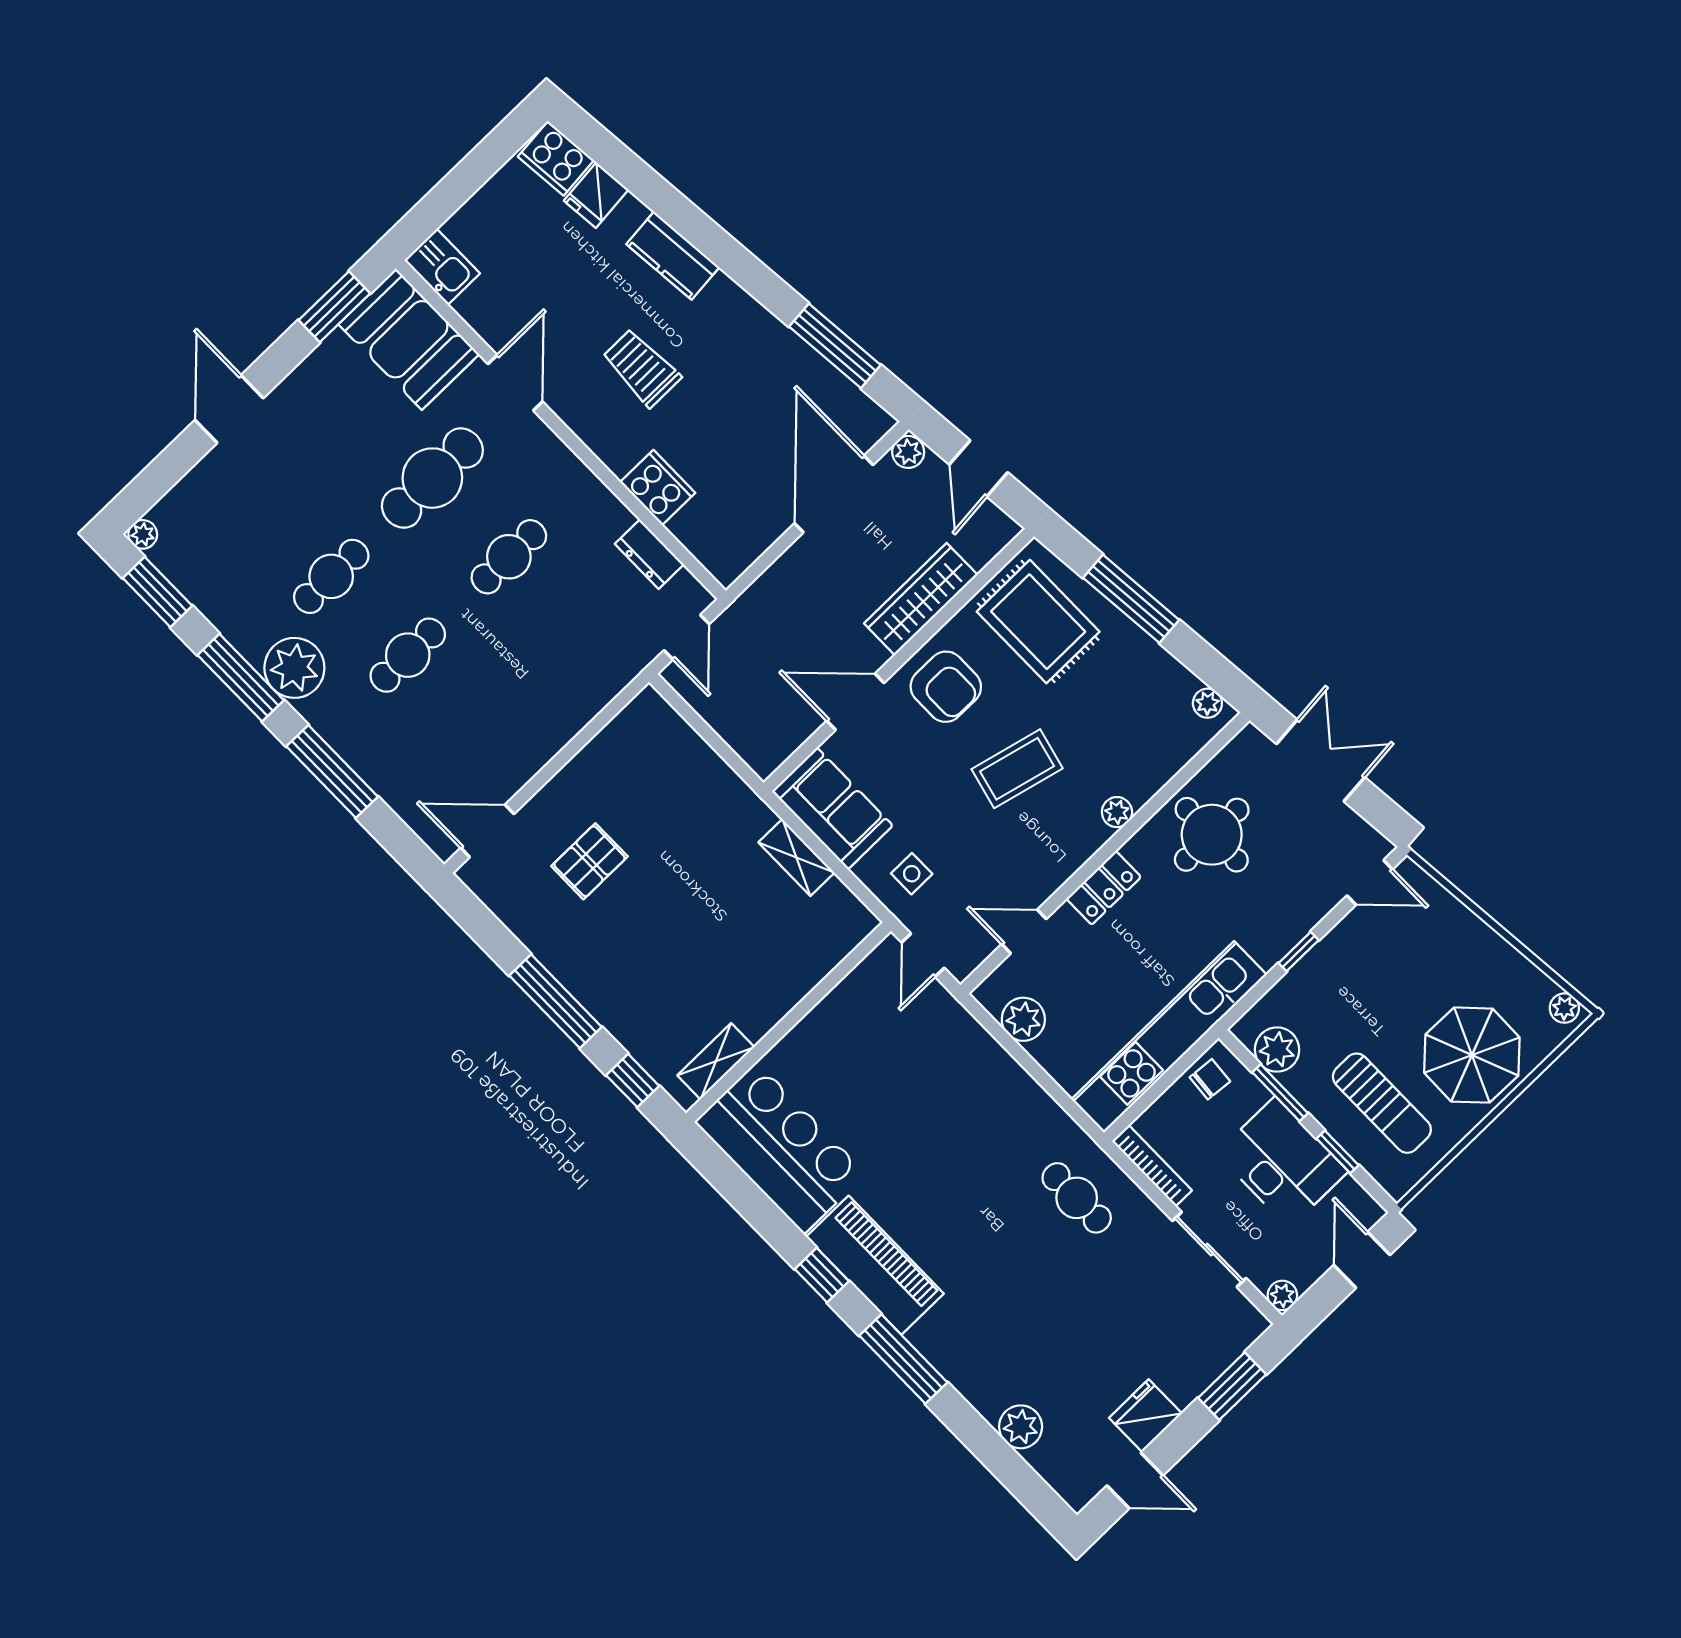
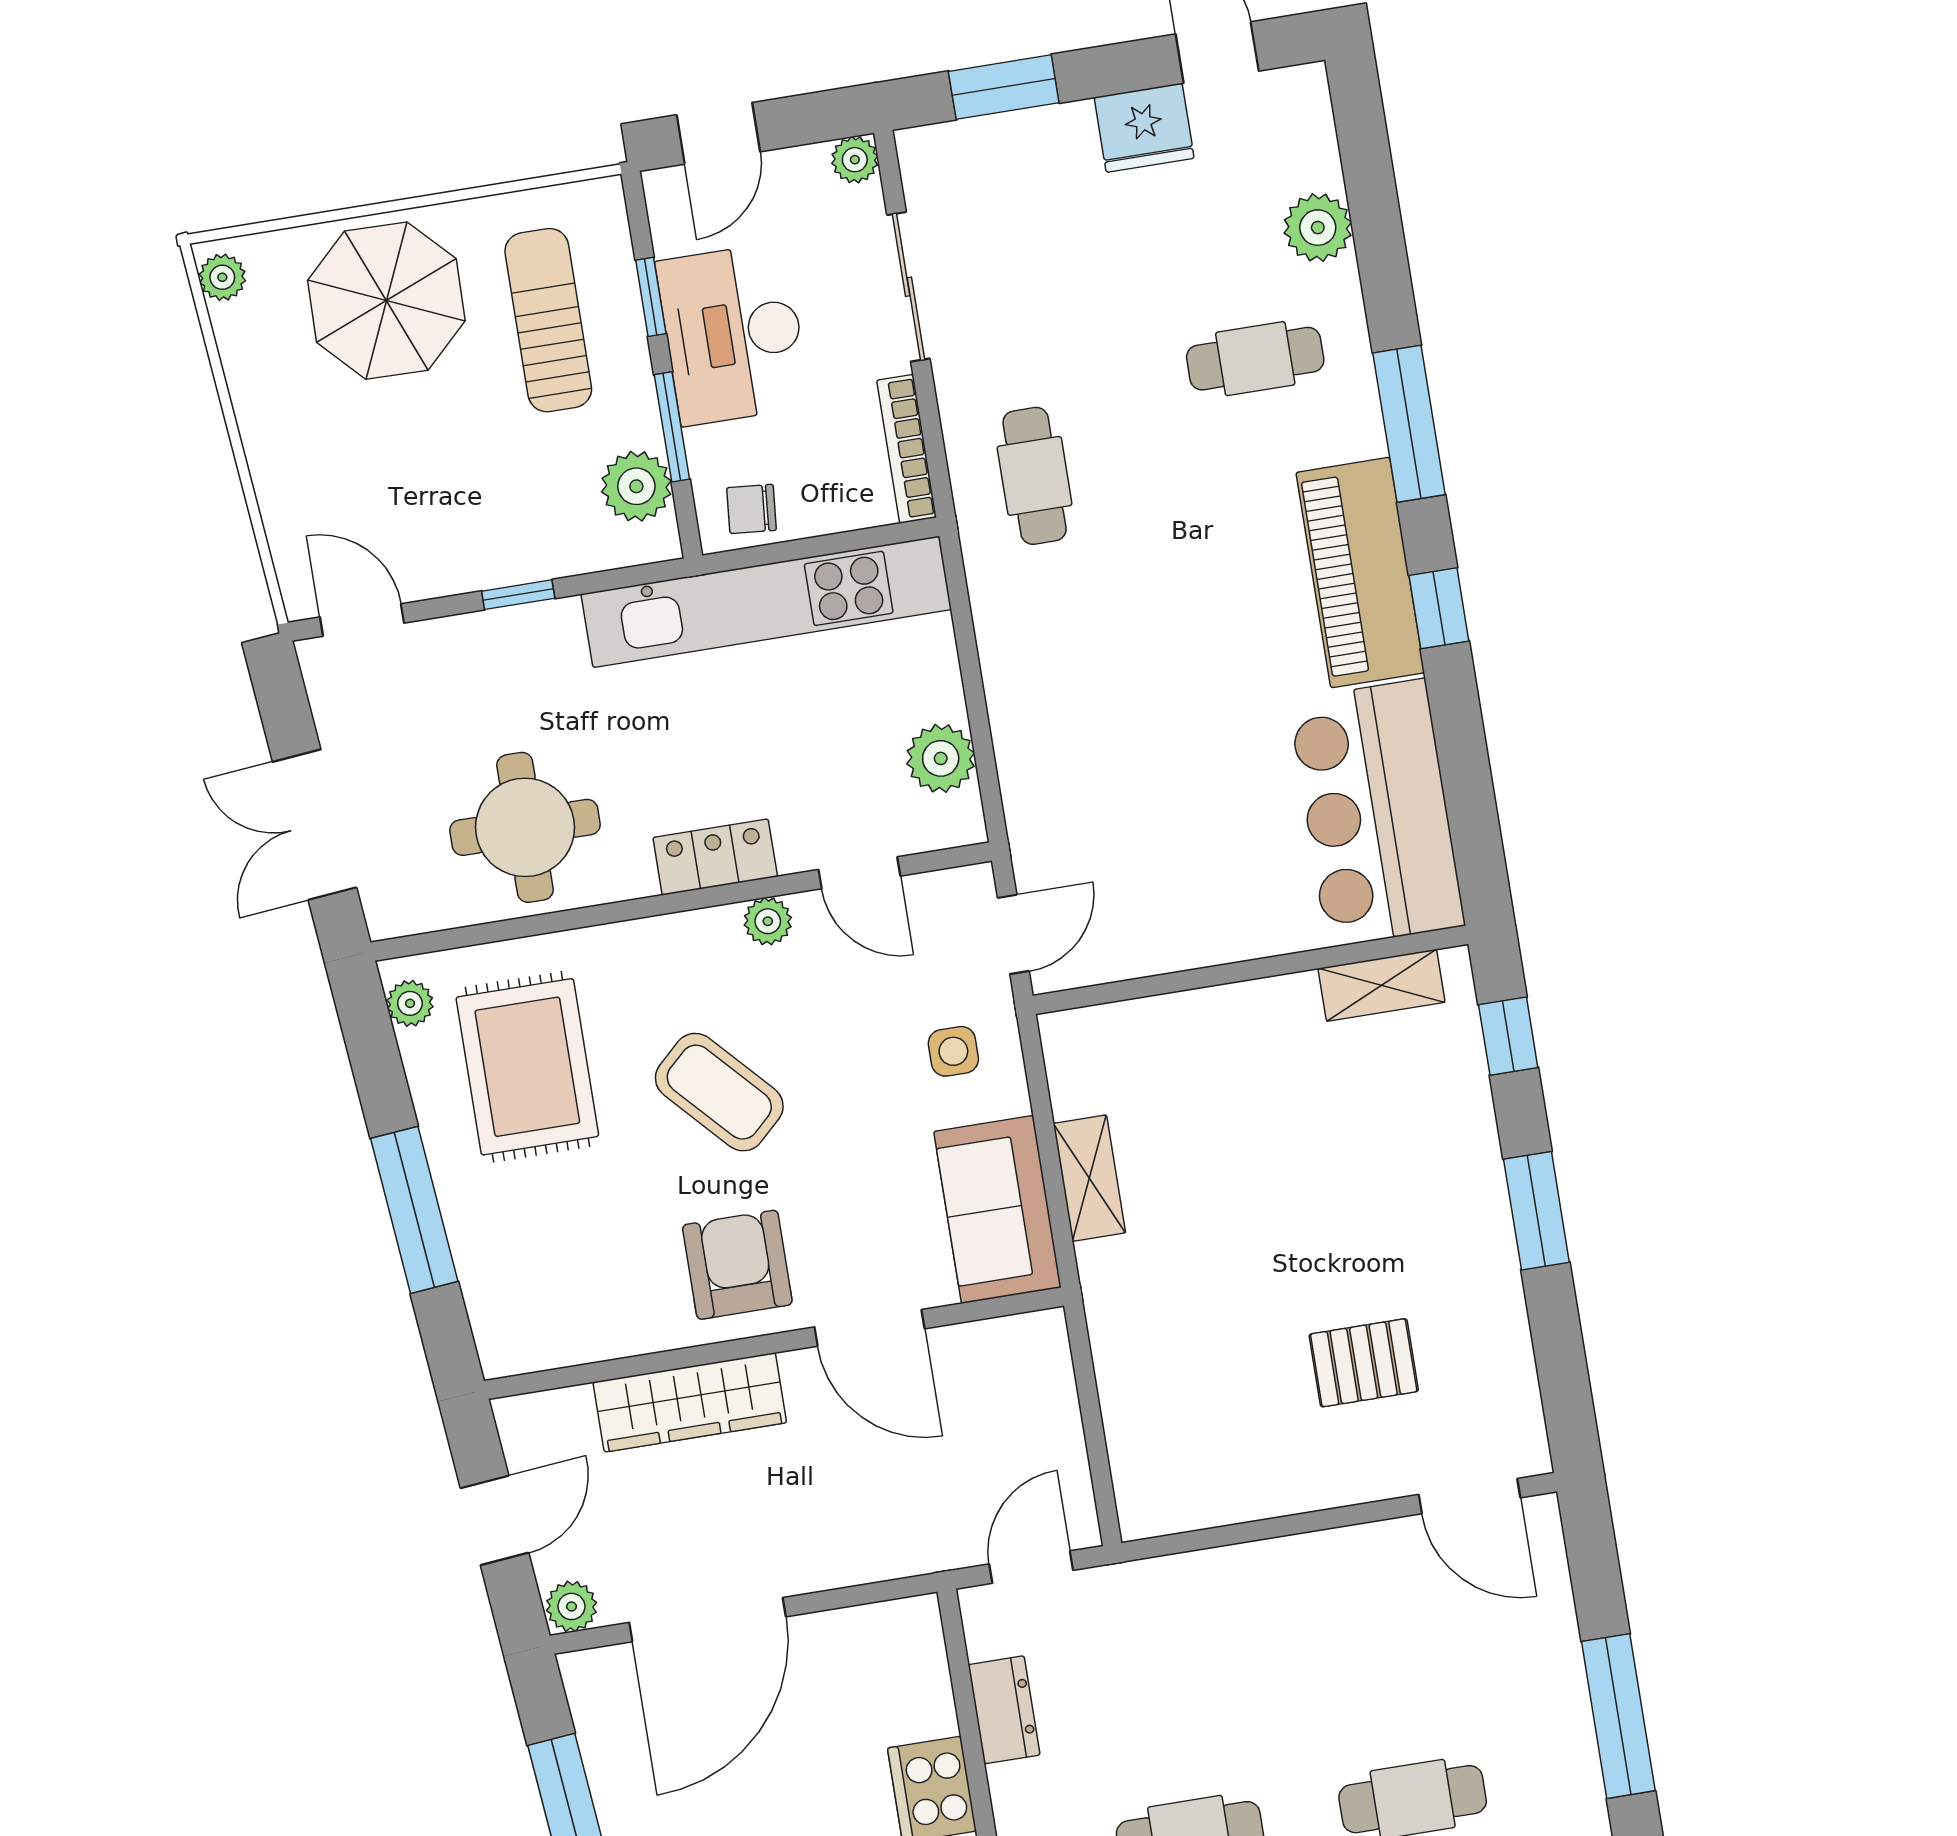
rug: (1038, 622) -> (527, 1067), moved
coffee table: (1017, 769) -> (719, 1092), turned 33
plant: (1117, 812) -> (768, 921), moved
window: (556, 1001) -> (1536, 1211), width x0.69
cafe table: (1006, 1337) -> (1255, 359), added

